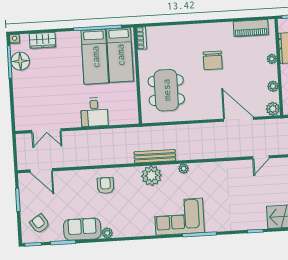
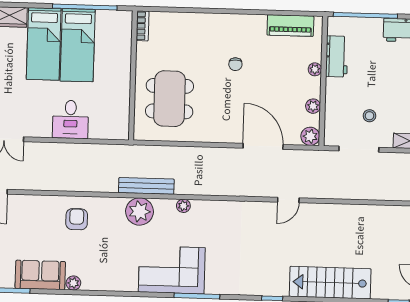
bed: (120, 55) -> (44, 44), moved
chair: (213, 60) -> (235, 64), width x0.54, depth x0.54

